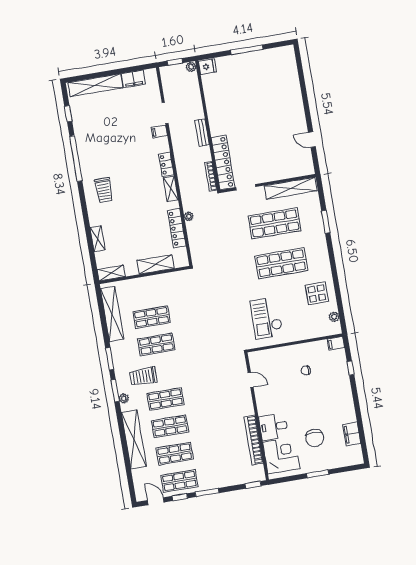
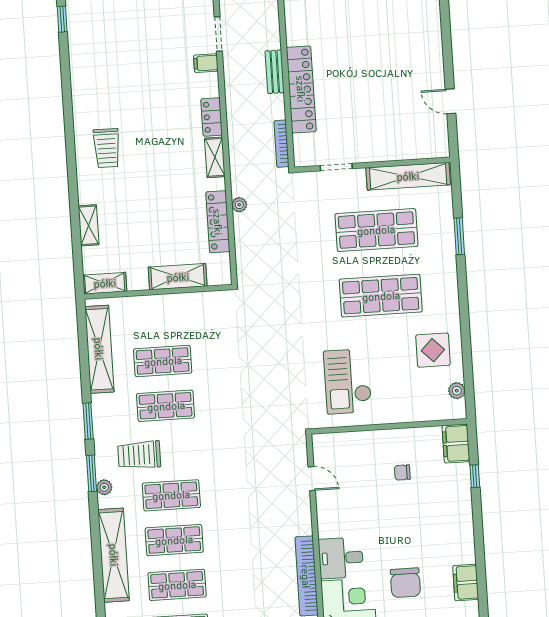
window: (76, 159) -> (67, 93), removed
locker: (223, 163) -> (301, 89), moved
filing cabinet: (336, 343) -> (456, 444), width x2.00

